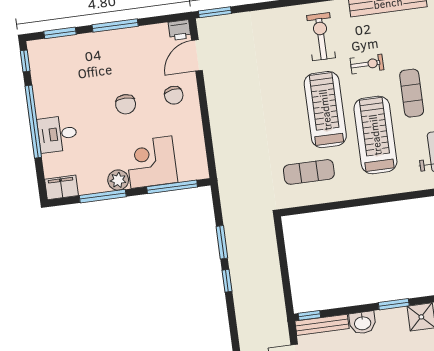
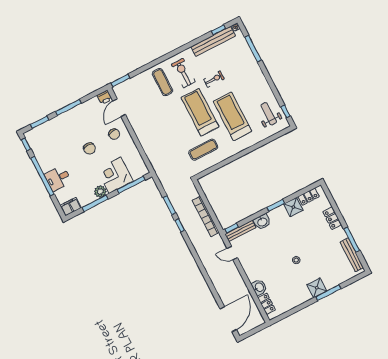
exercise mat: (412, 93) -> (162, 82), moved
bookcase: (274, 281) -> (206, 216), added

